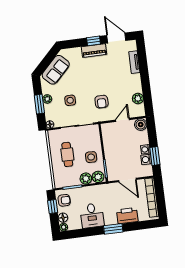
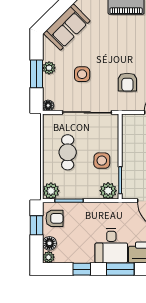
plant: (86, 179) -> (51, 191), moved
desk: (92, 216) -> (111, 246), moved
window: (87, 232) -> (82, 269), added

